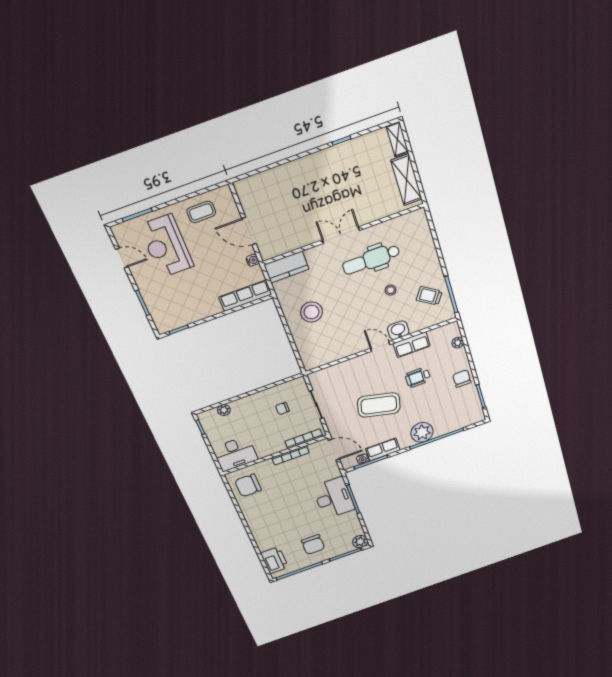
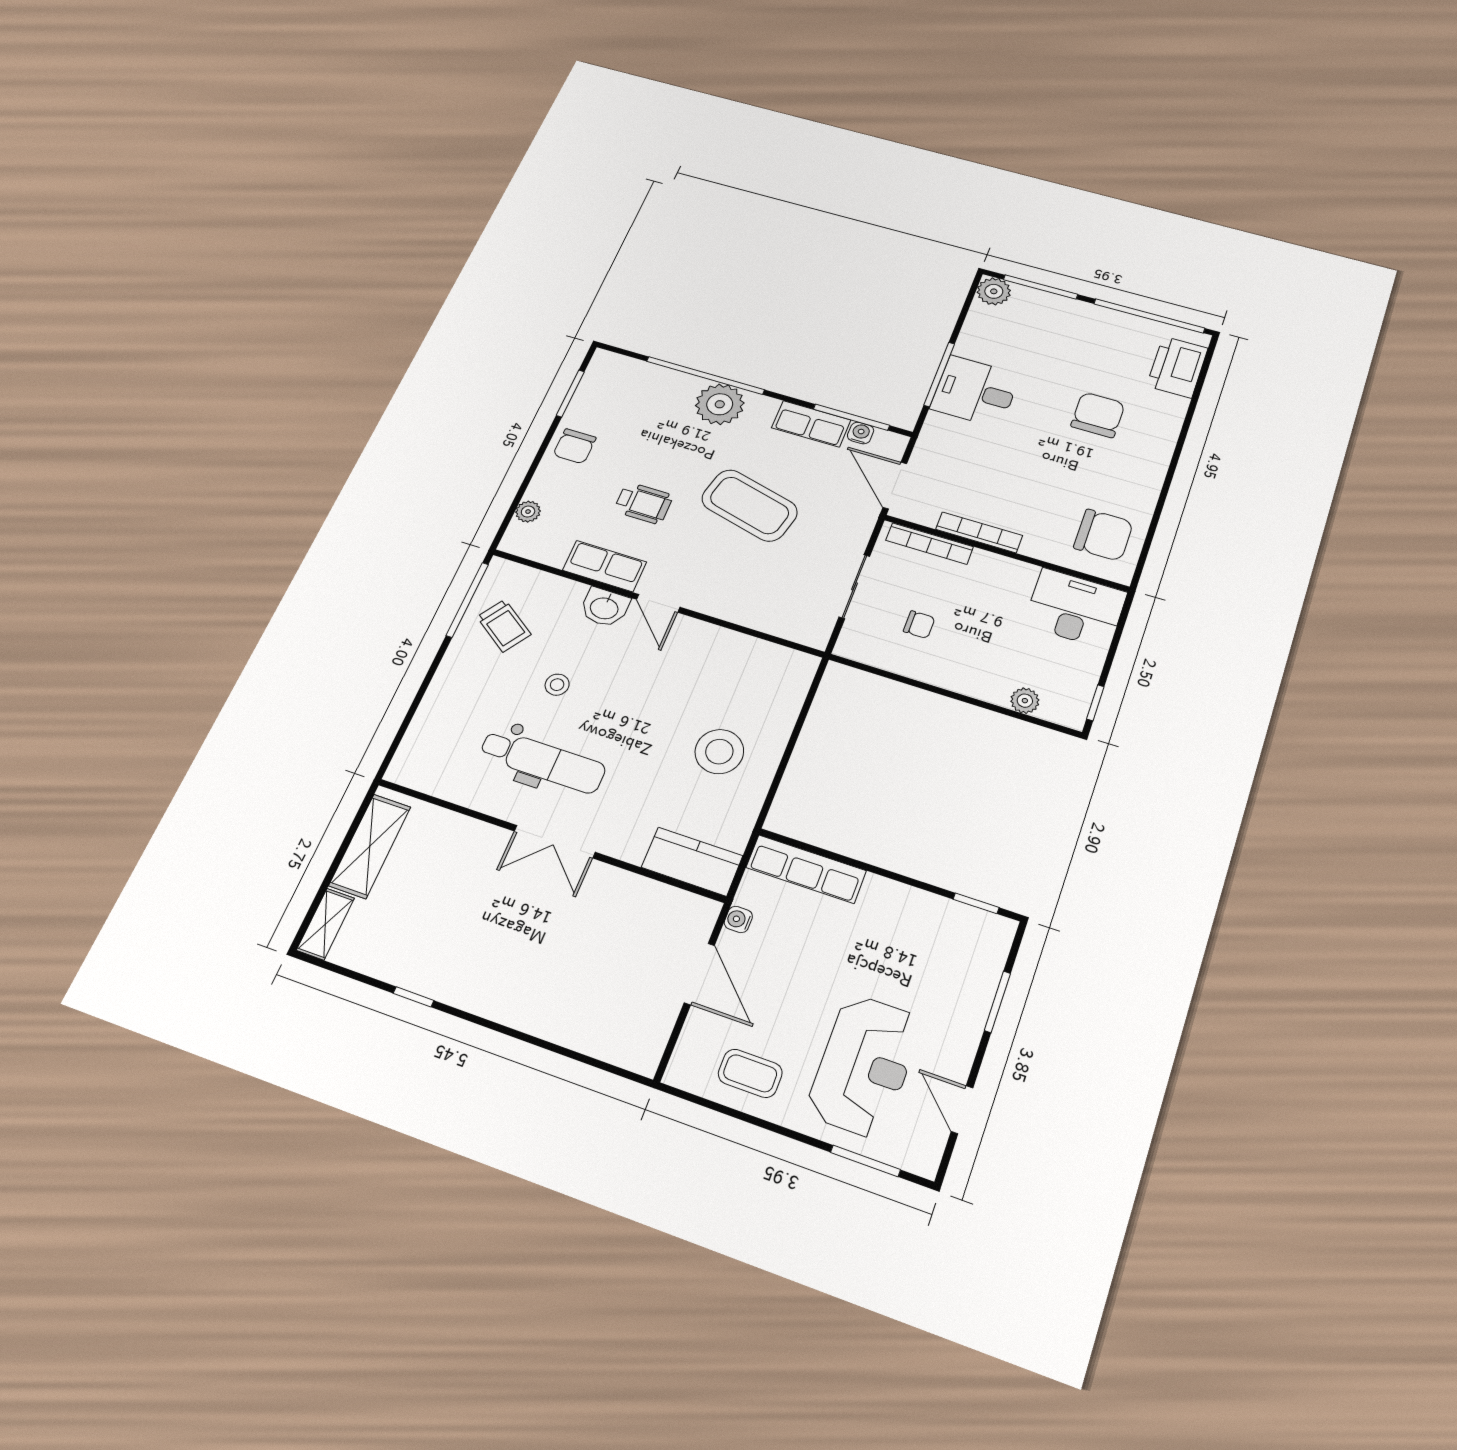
desk: (334, 498) -> (975, 391), width x0.73
chair: (313, 545) -> (1098, 415), moved

